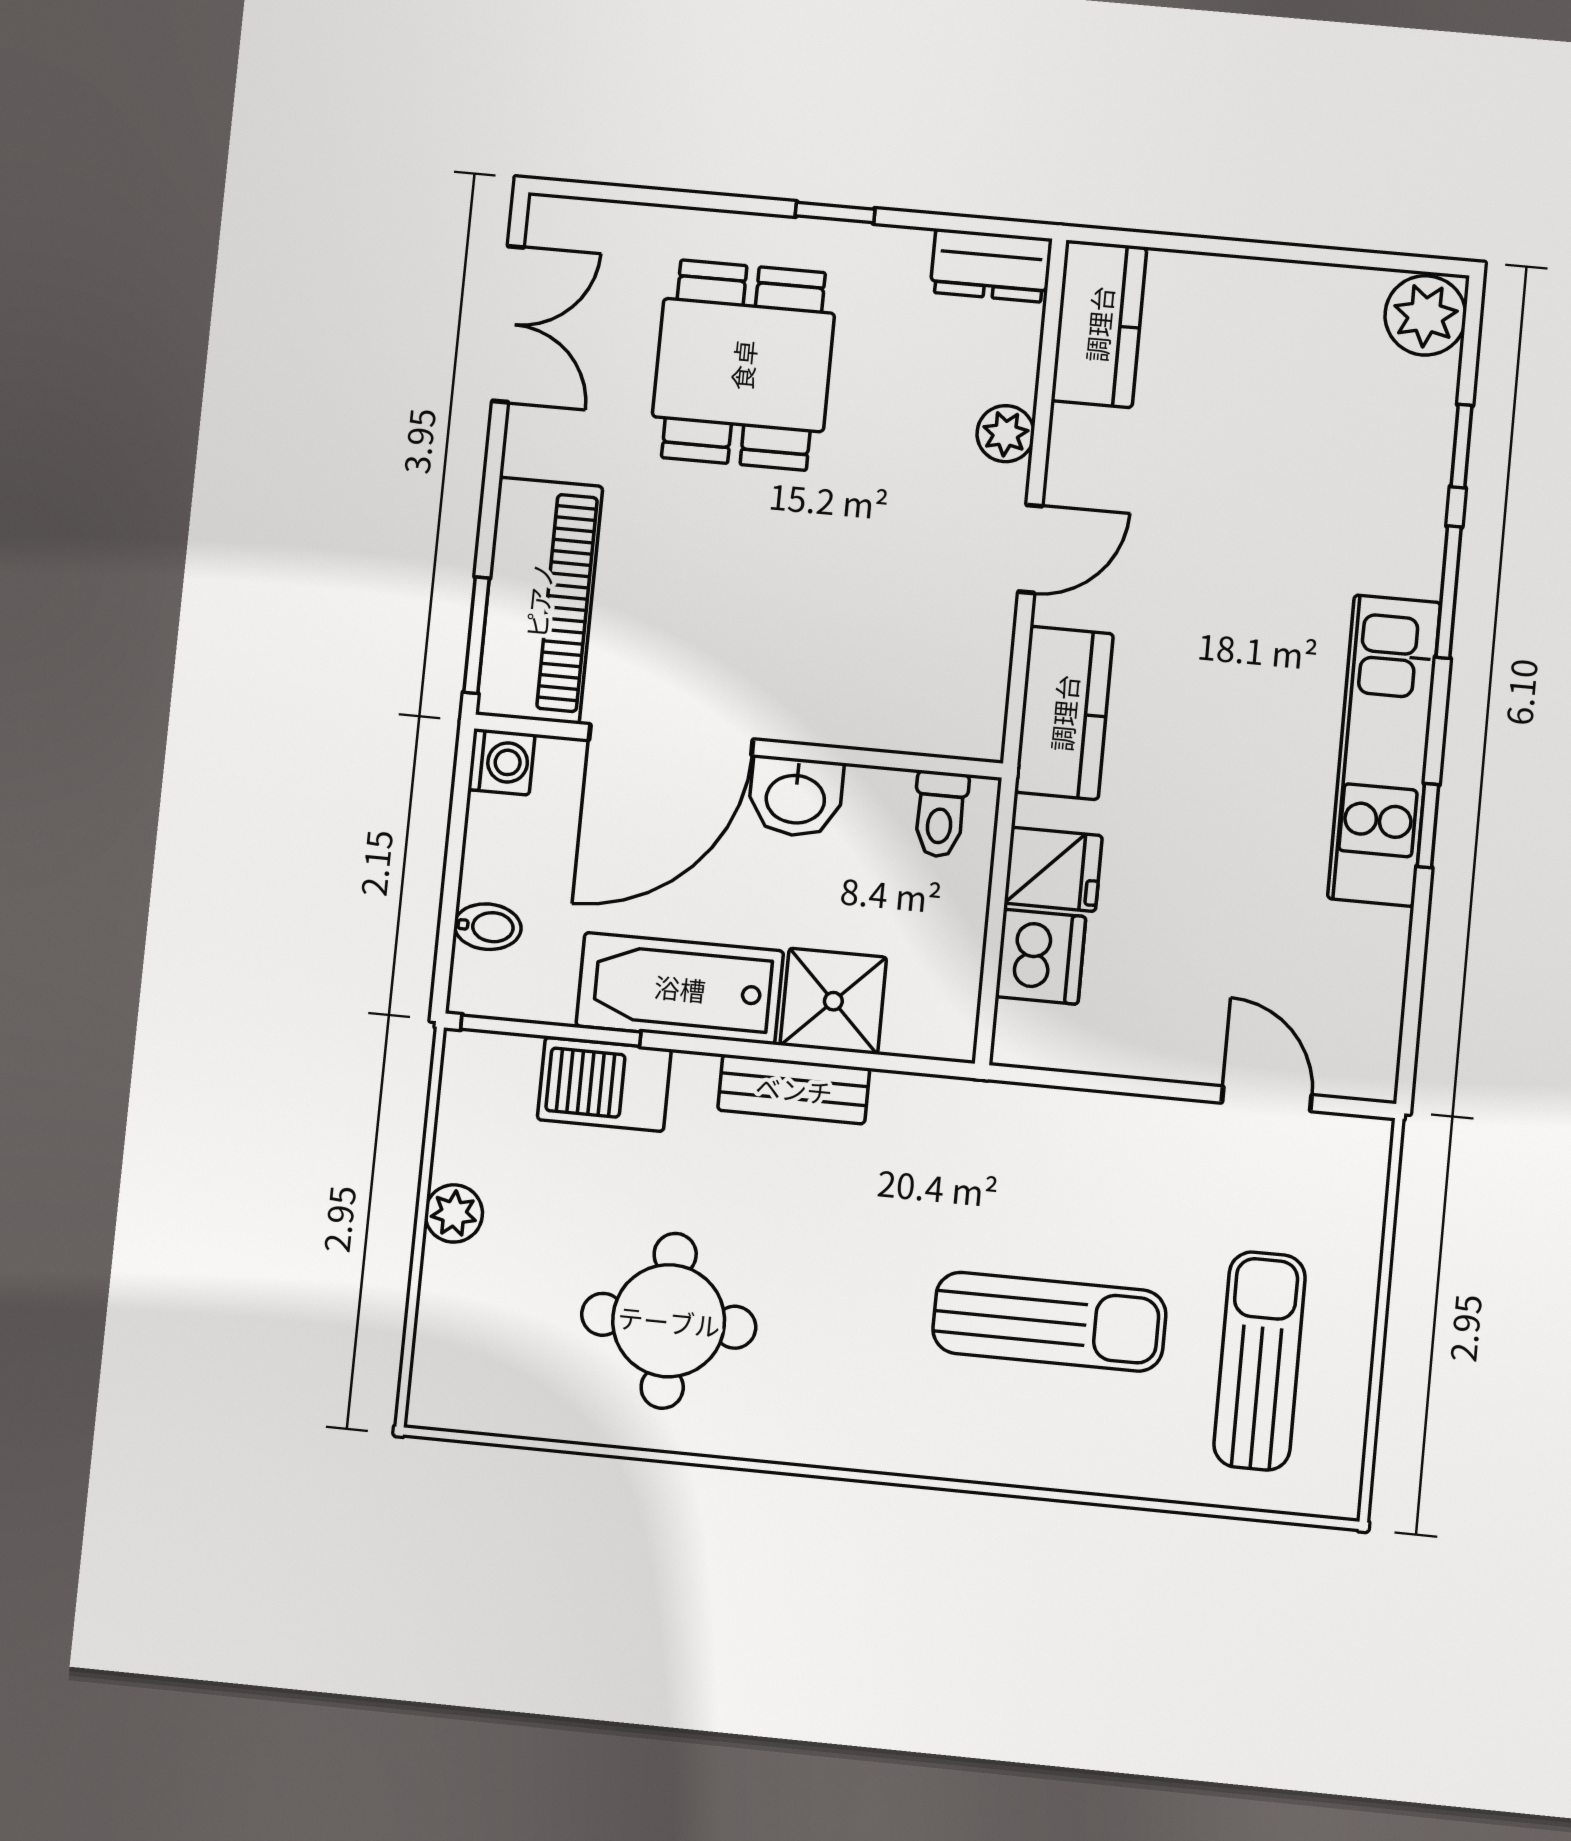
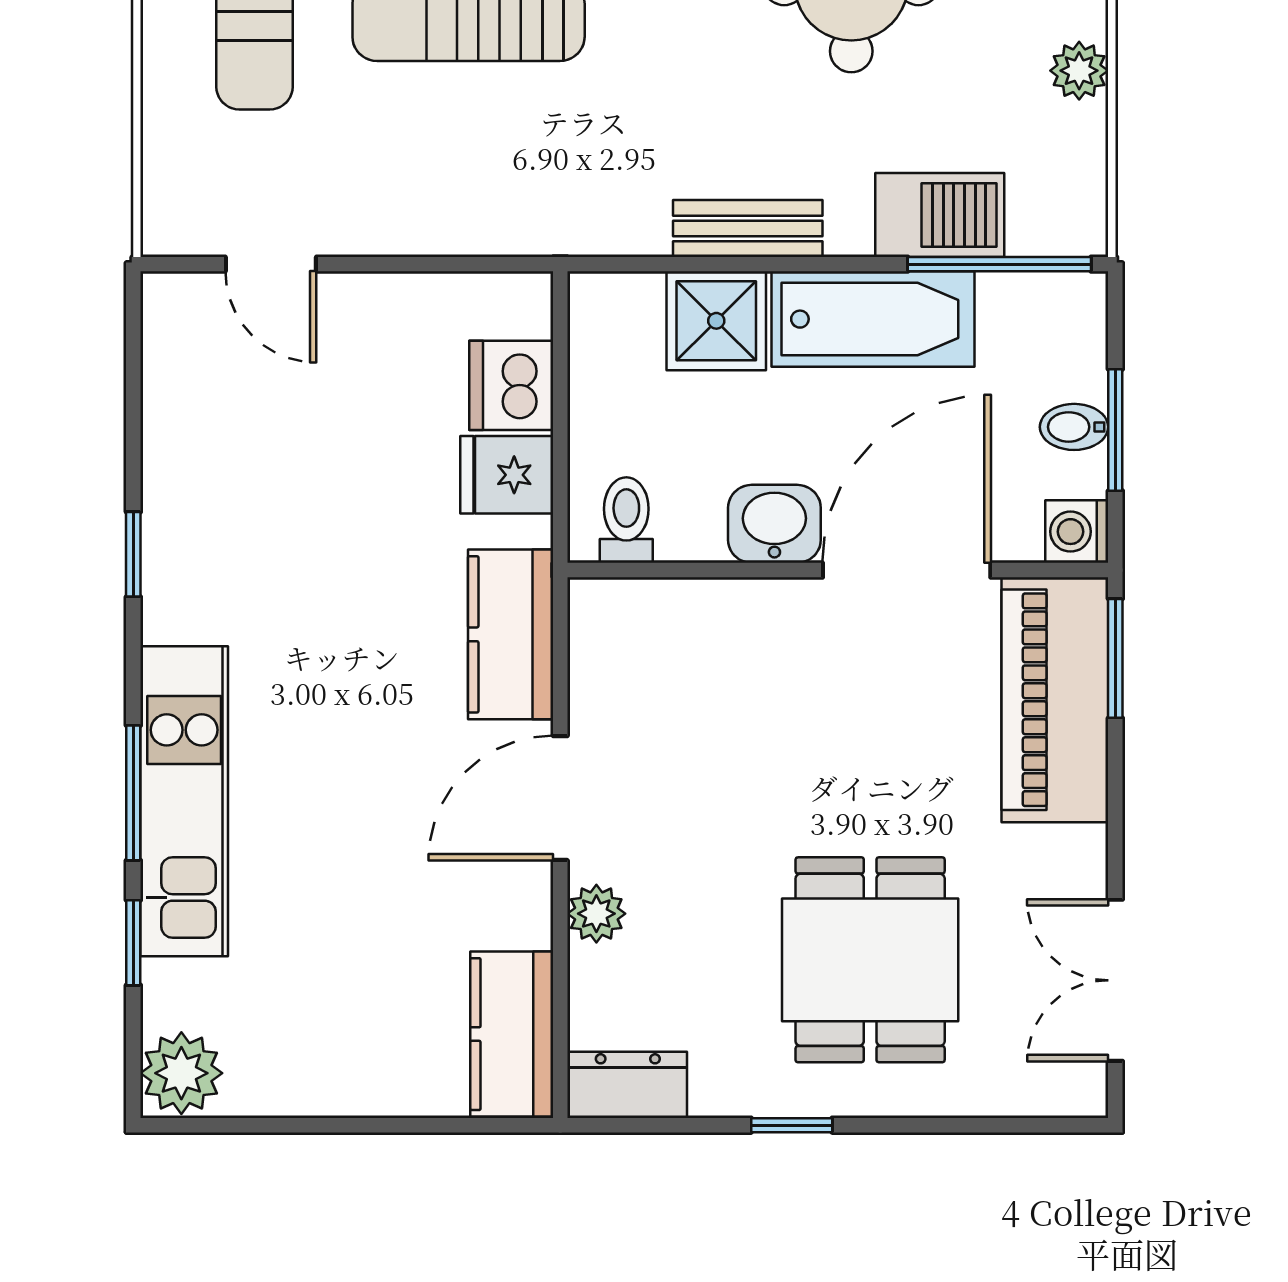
door: (1030, 549) -> (560, 798), width x1.38
kitchen unit: (1384, 750) -> (184, 801), moved
window: (454, 857) -> (1115, 430), added
bidet: (488, 927) -> (1074, 427), moved

